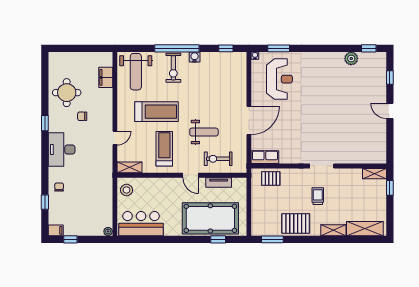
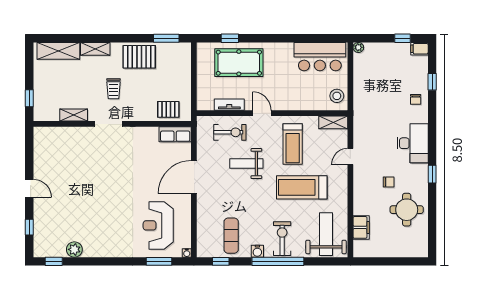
exercise mat: (217, 70) -> (231, 236), added
shelving: (375, 174) -> (74, 115), moved
pool table: (210, 218) -> (239, 63), width x0.73, depth x0.76

